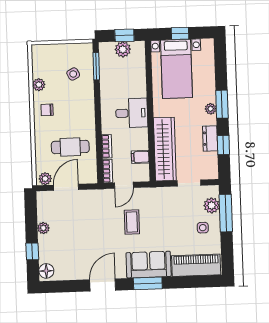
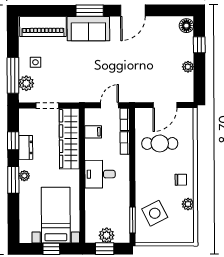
side table: (73, 74) -> (155, 213), width x1.87, depth x1.87
plant: (45, 179) -> (185, 114), removed
coffee table: (132, 222) -> (103, 70), removed

